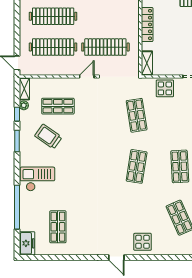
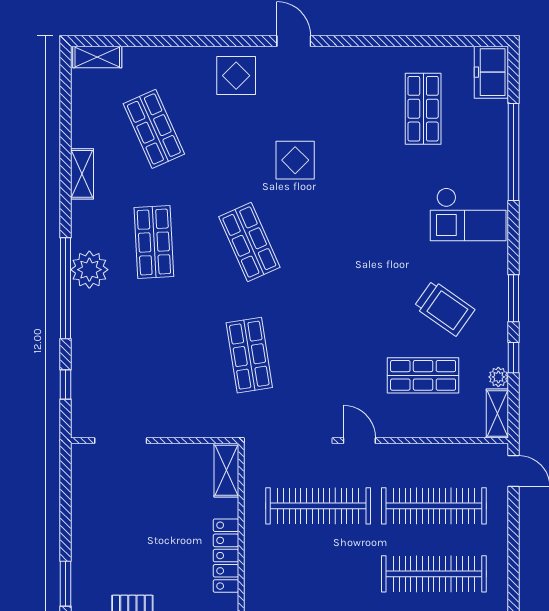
door: (87, 77) -> (359, 441), swing flipped
display table: (165, 88) -> (295, 160), moved
shop shelf: (137, 166) -> (249, 242), turned -33

